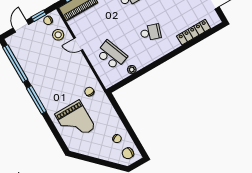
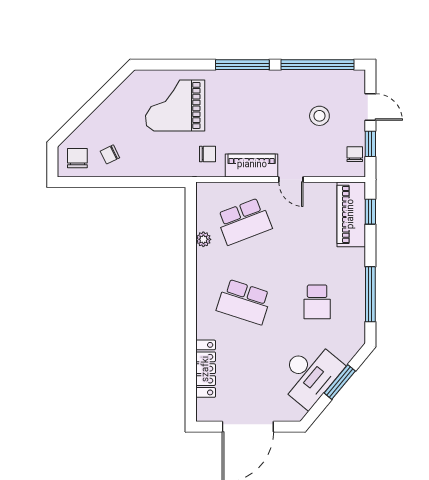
school desk: (150, 32) -> (244, 302), width x1.85
stool: (58, 35) -> (319, 116), moved
door: (78, 44) -> (291, 180), swing flipped
piano: (83, 67) -> (252, 165), added

